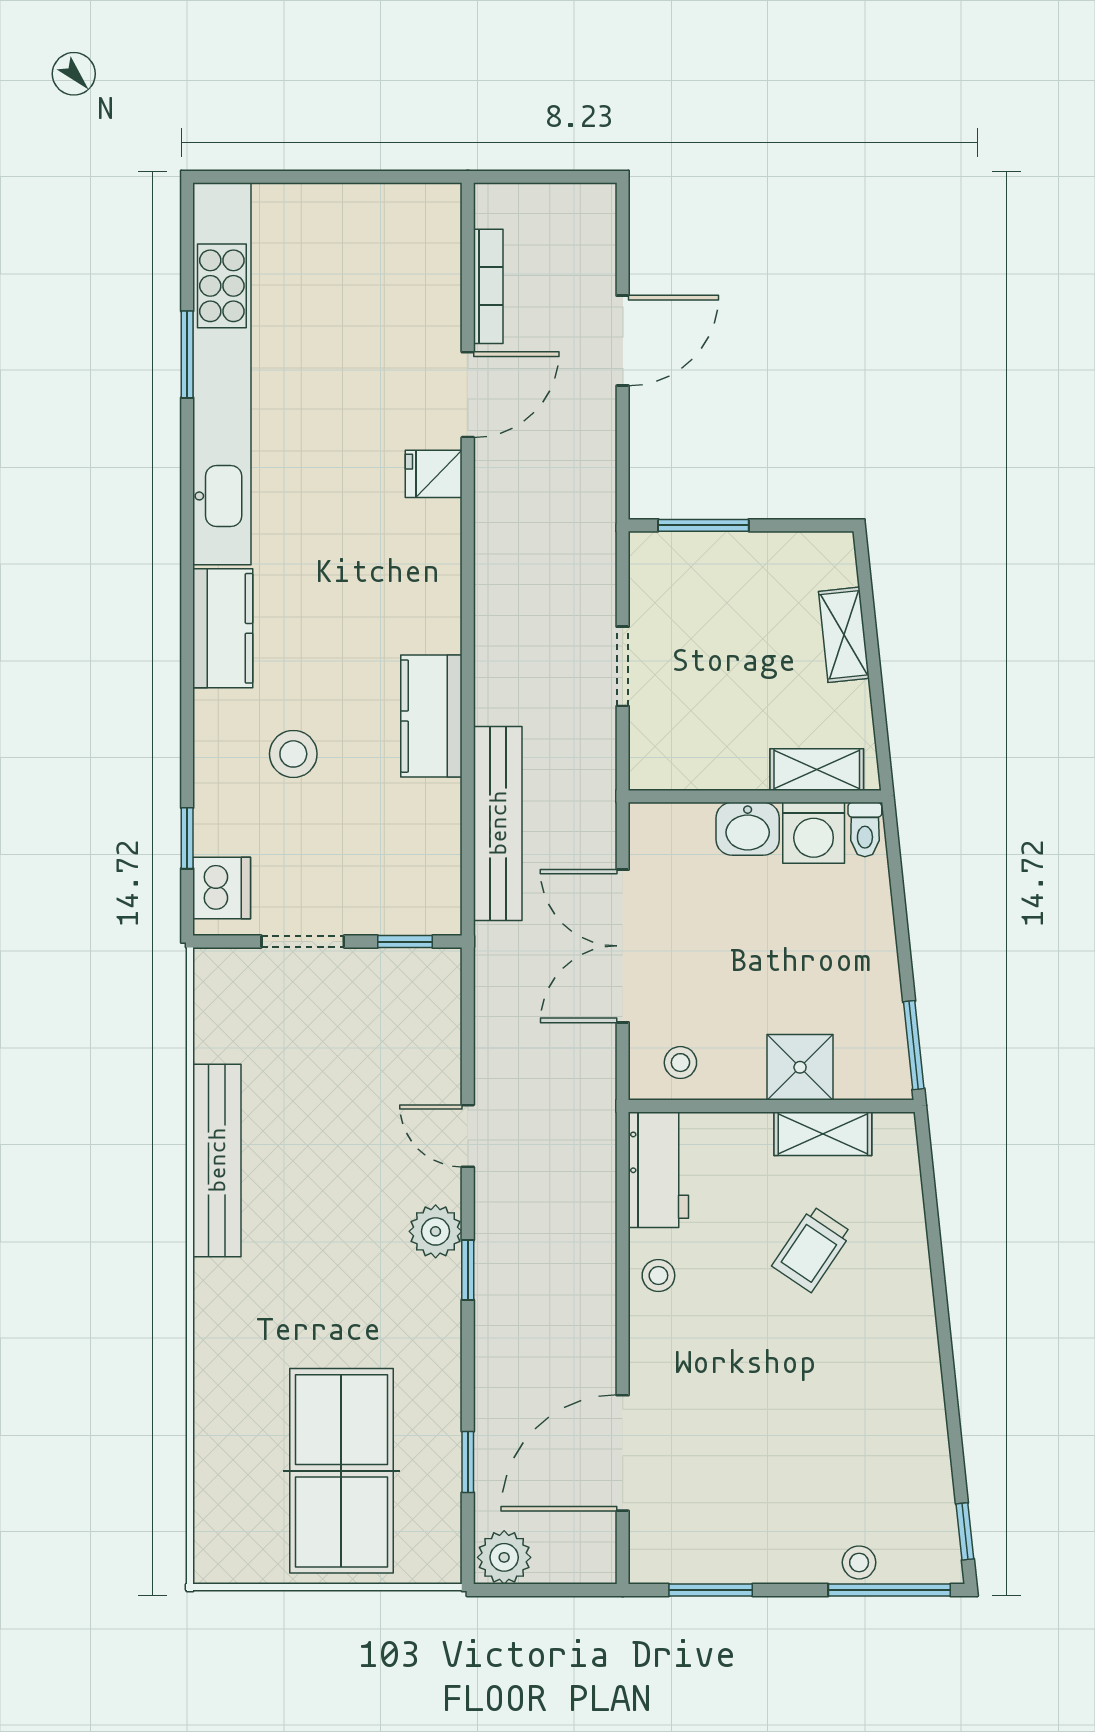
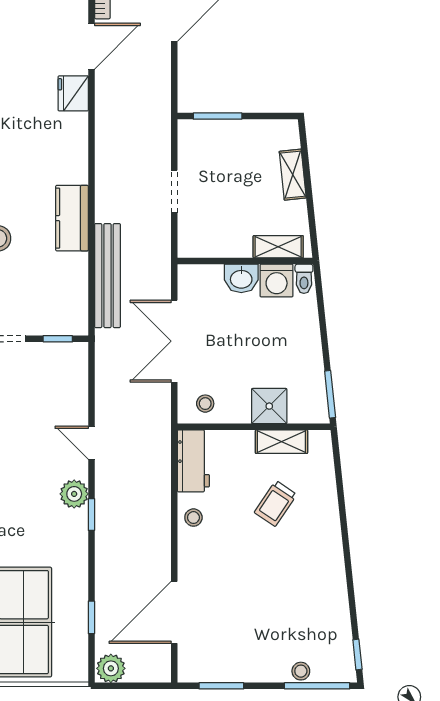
fridge: (434, 474) -> (73, 93), width x1.38

